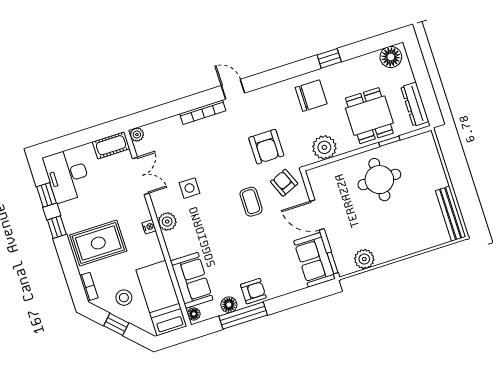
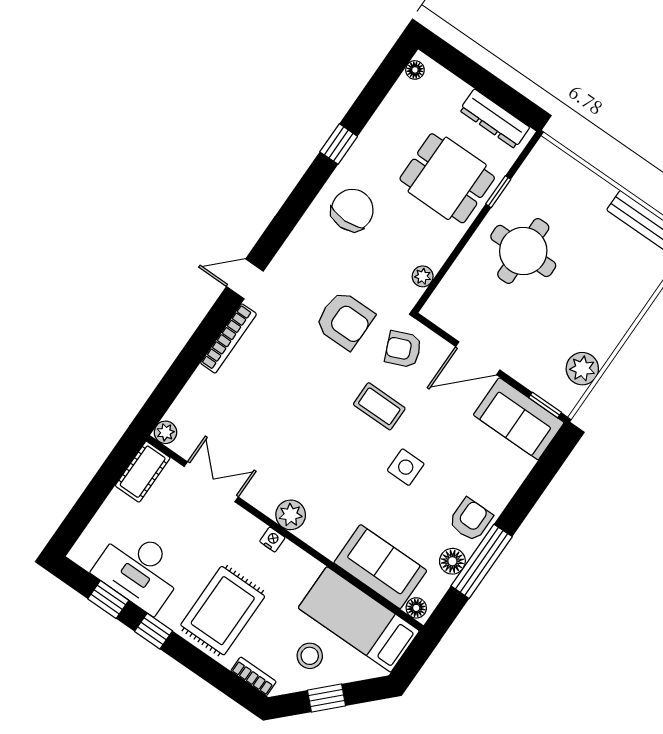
floor lamp: (391, 57) -> (415, 70), width x0.53, depth x0.53
plant: (324, 147) -> (423, 276), width x0.53, depth x0.53
desk: (67, 175) -> (139, 570), moved
side table: (190, 188) -> (406, 467), moved

